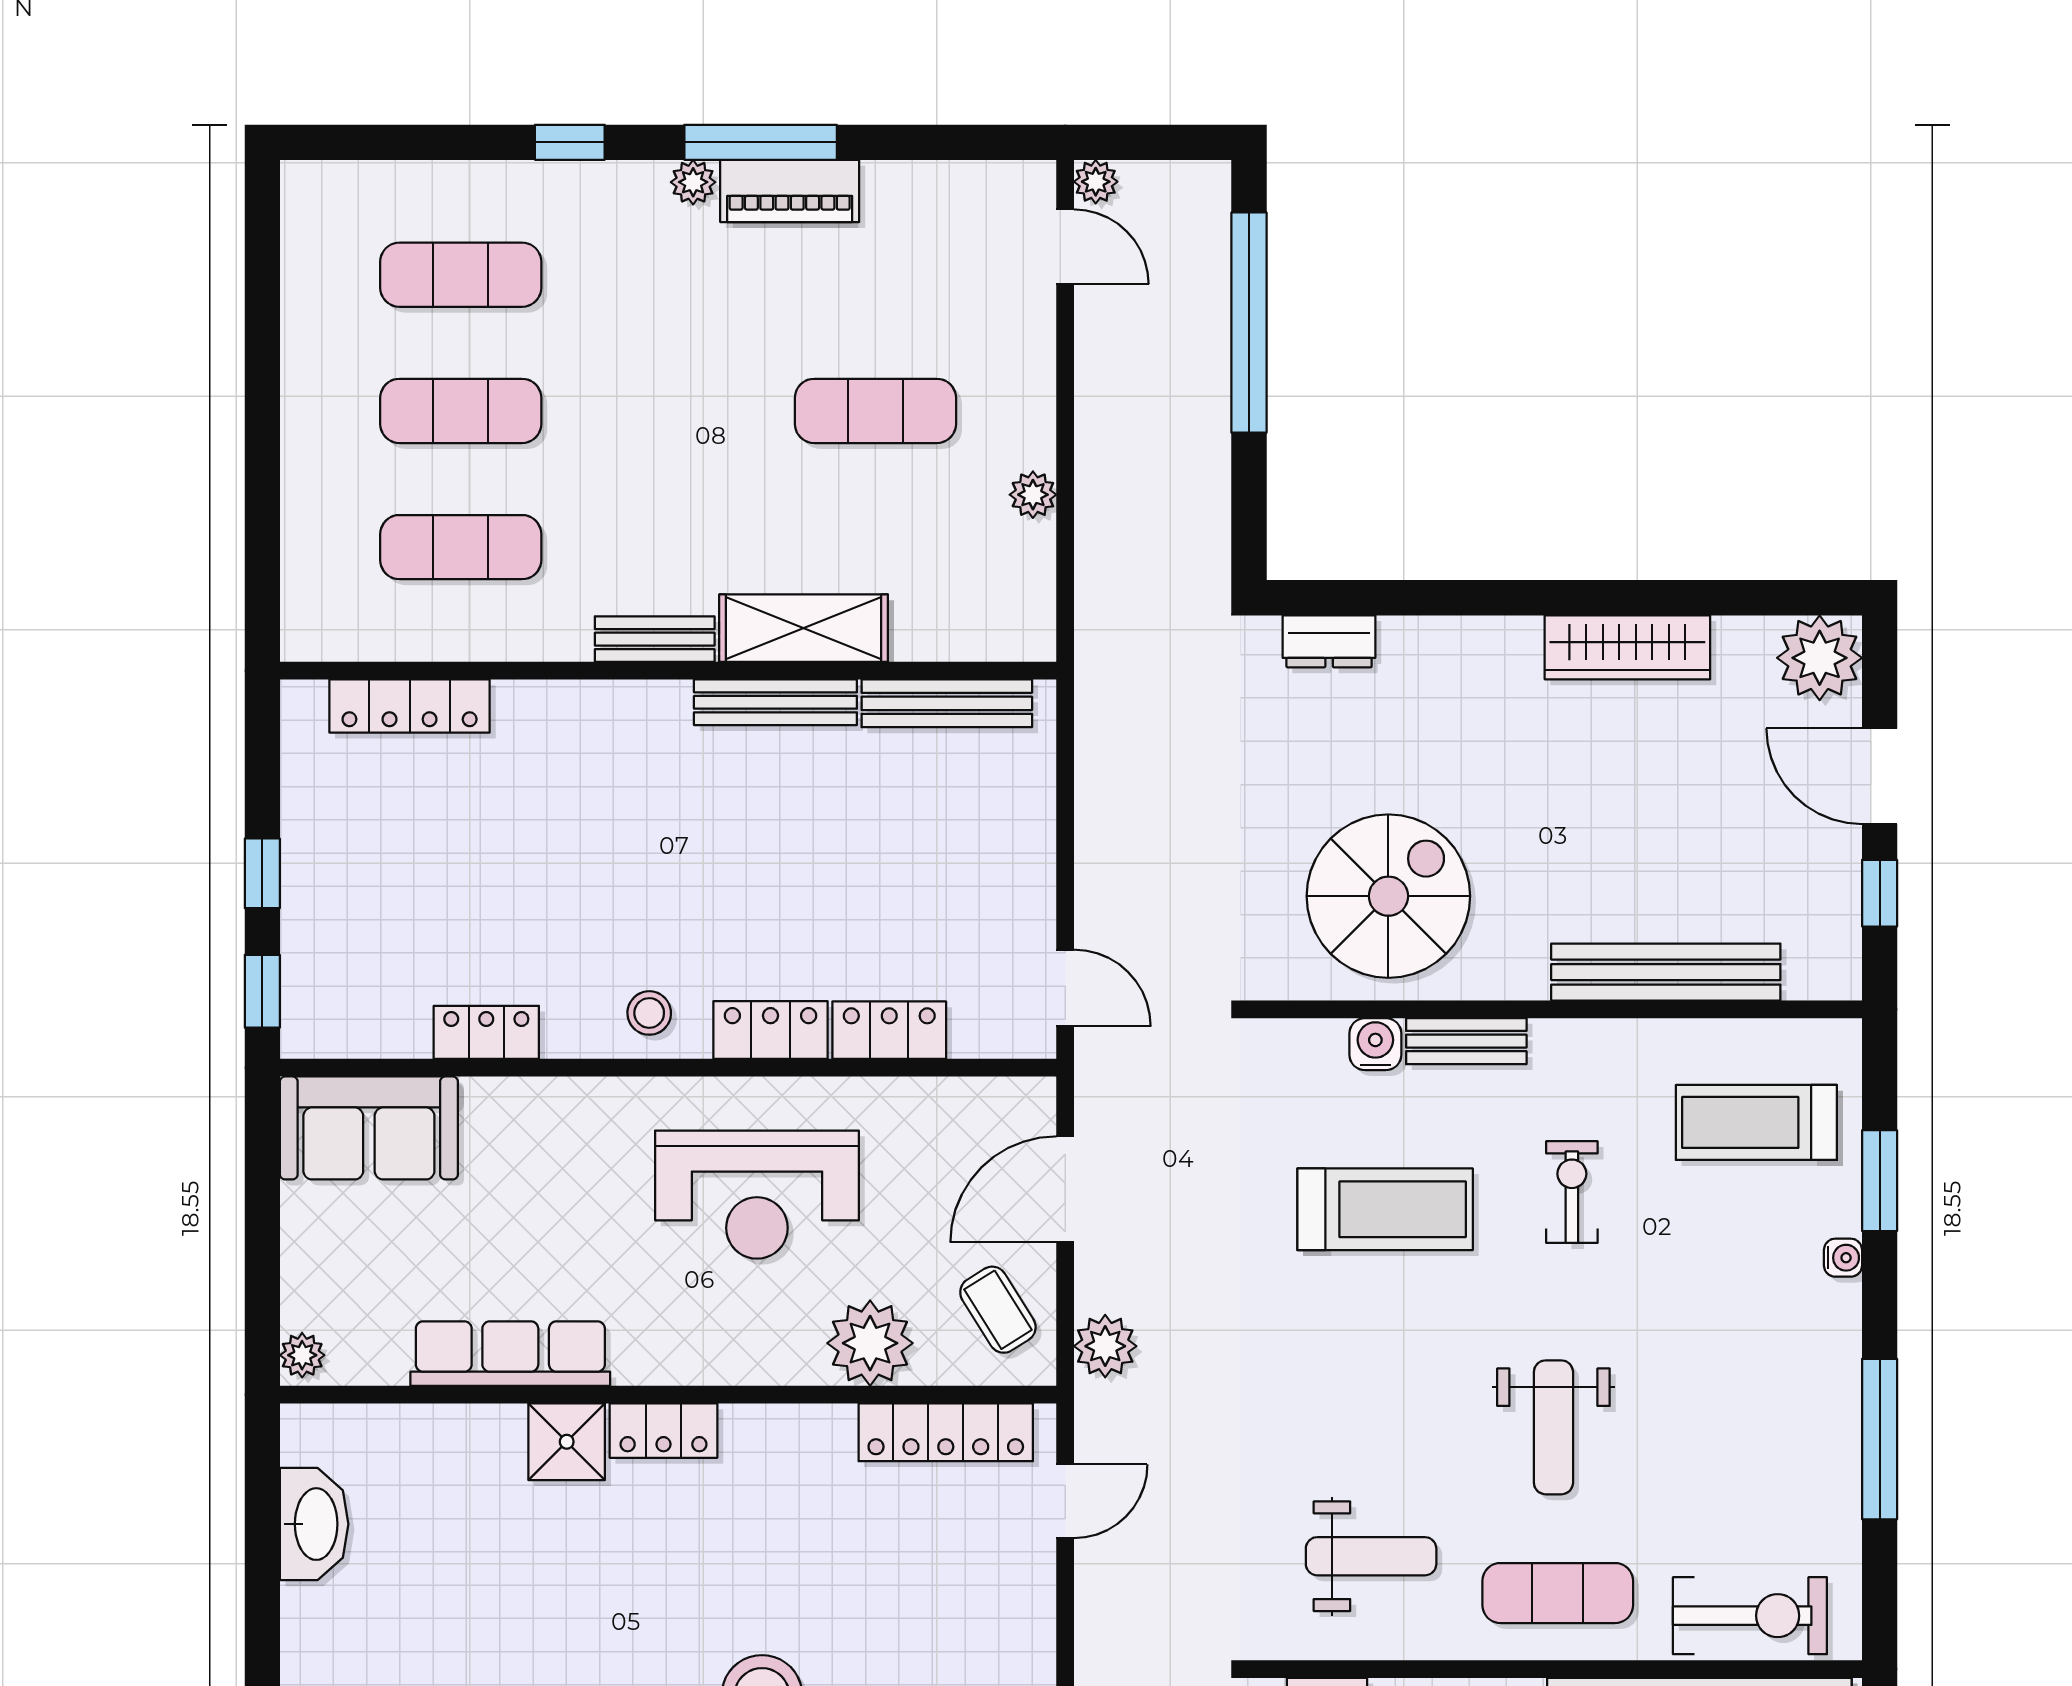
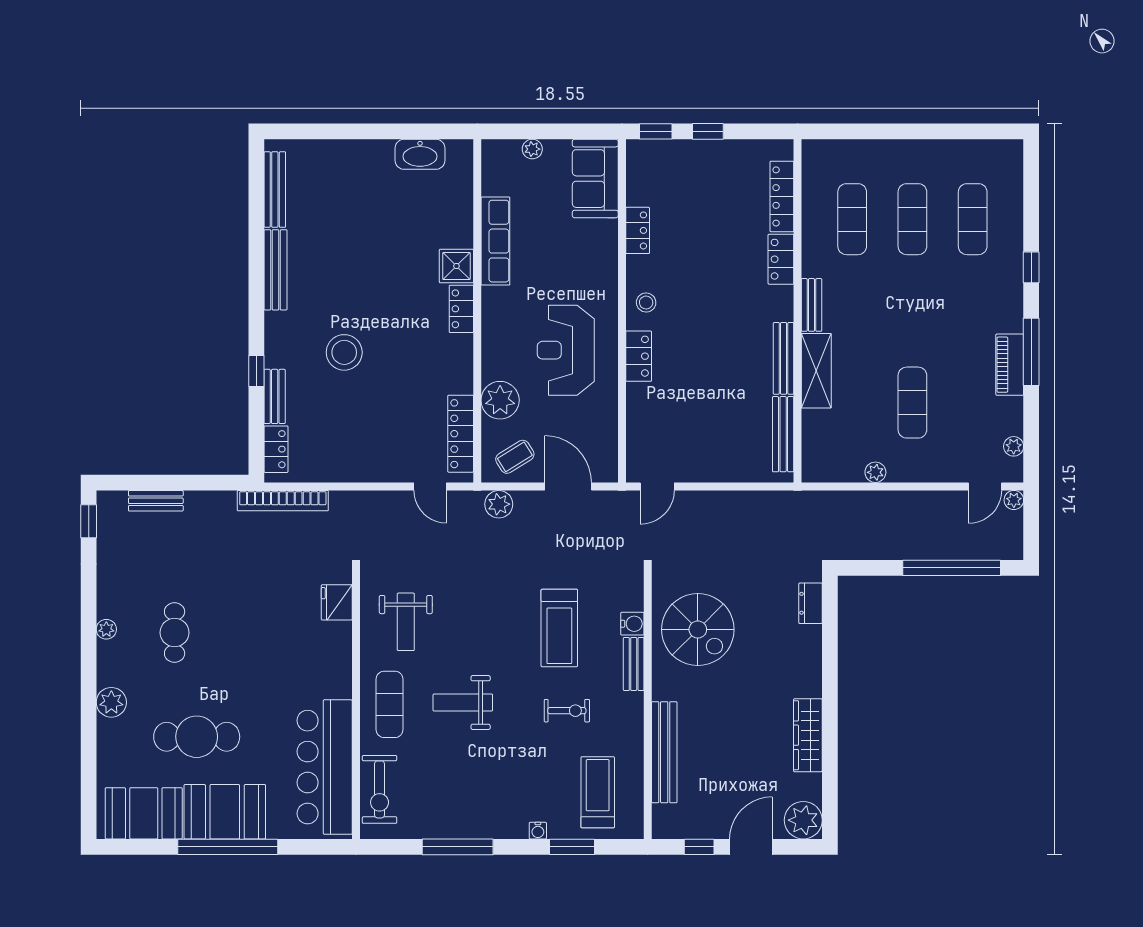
plant: (693, 182) -> (1014, 446), moved
locker: (889, 1030) -> (781, 259), moved, turned 180
plant: (302, 1355) -> (532, 149), moved

